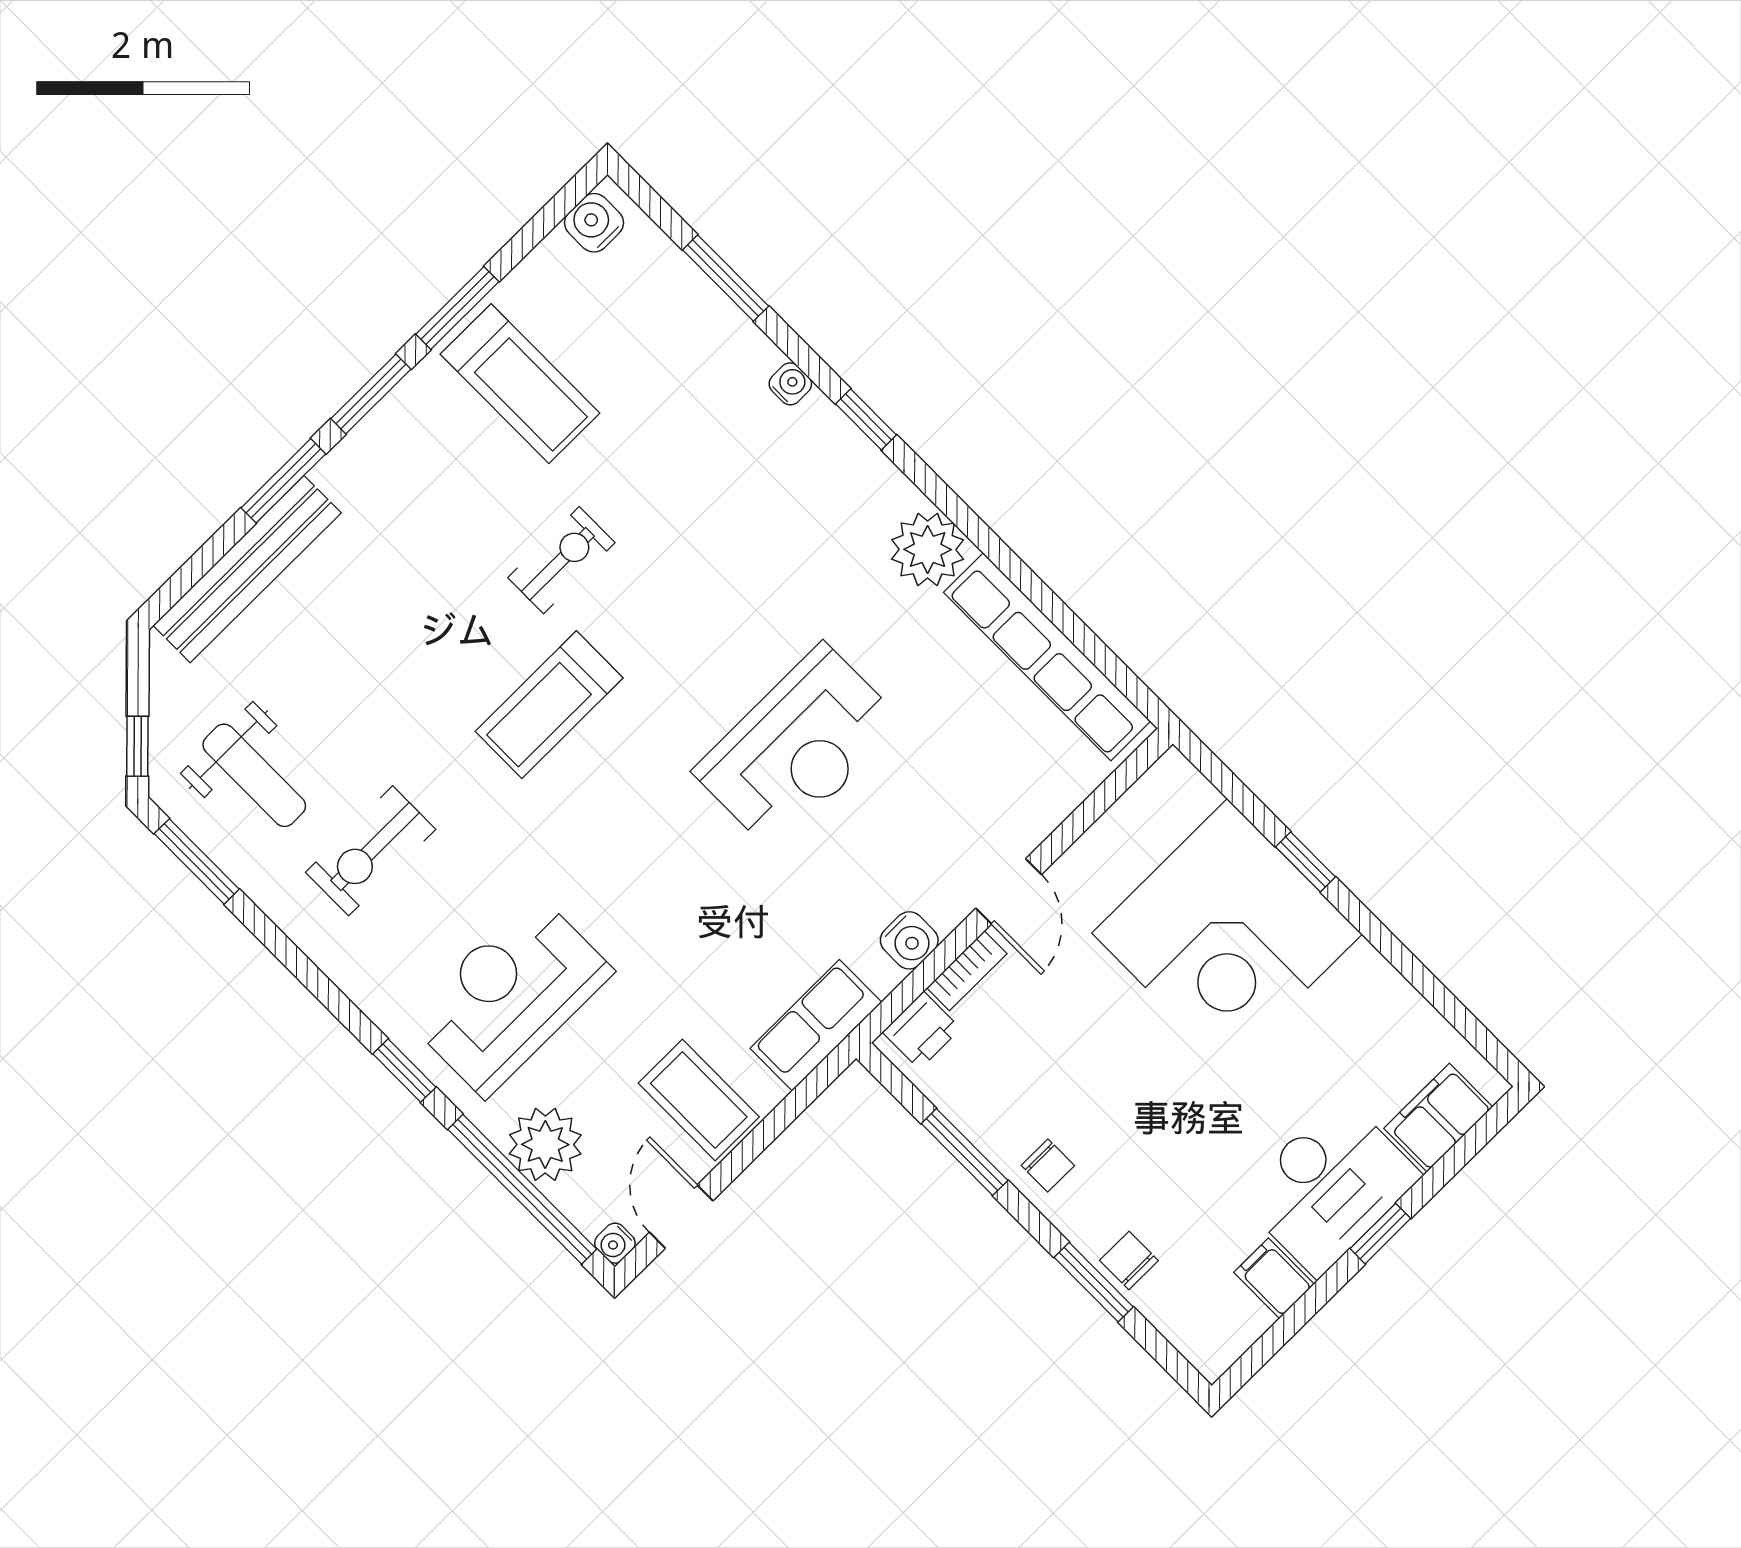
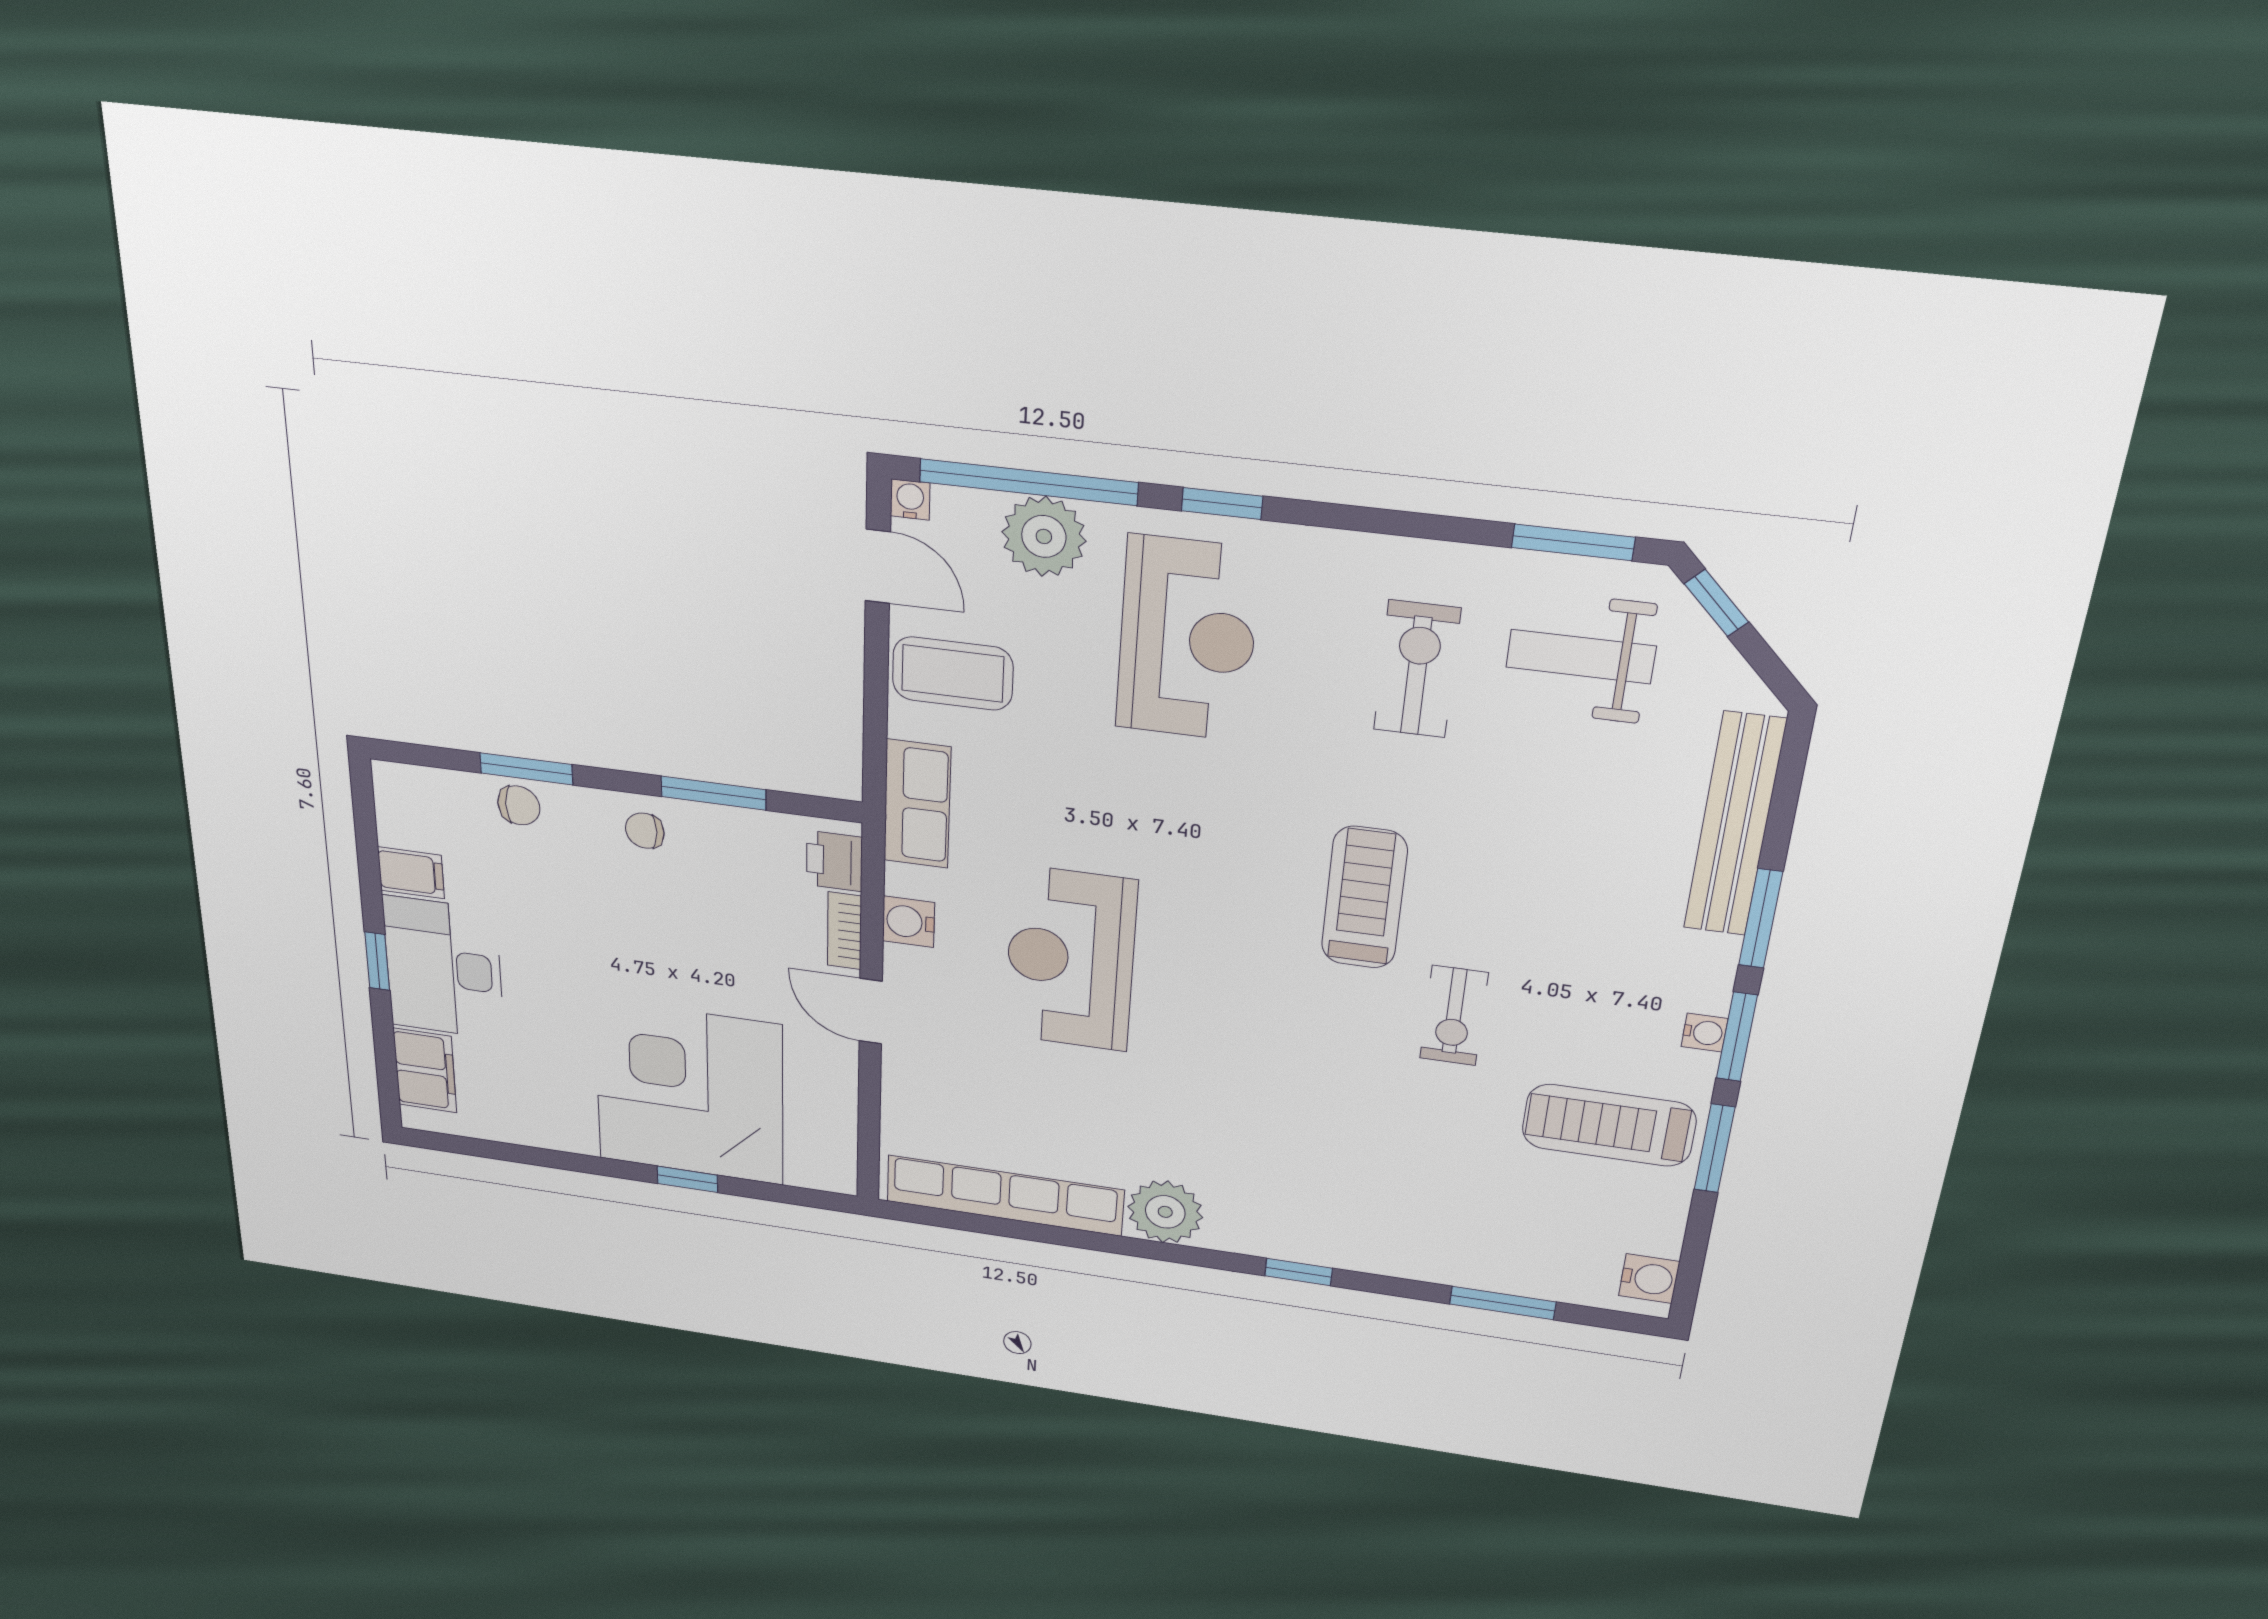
water cooler: (790, 384) -> (1705, 1033), moved, turned -90
reception desk: (798, 747) -> (1070, 959), moved

